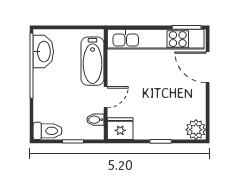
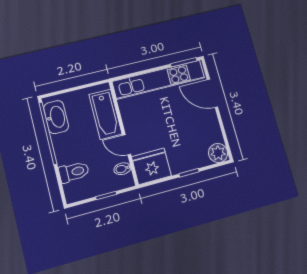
door: (106, 97) -> (127, 145), swing flipped
fridge: (120, 129) -> (151, 166), width x1.36, depth x1.34
toilet: (48, 131) -> (74, 172), moved

